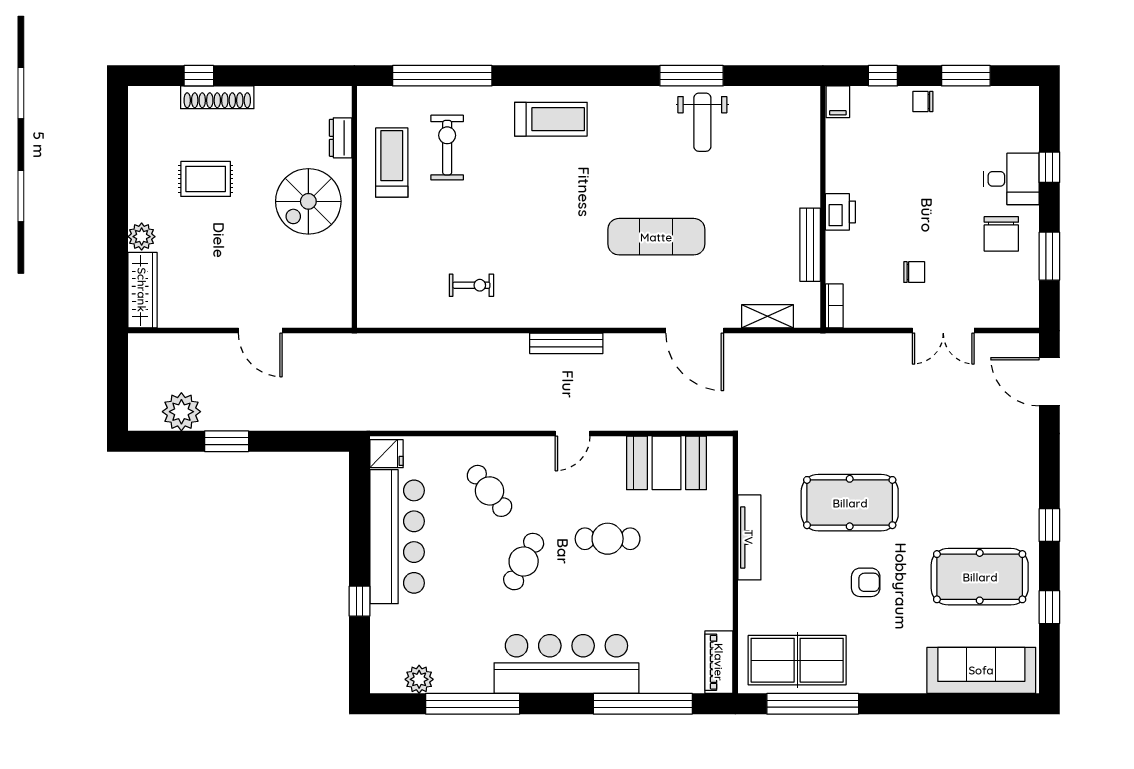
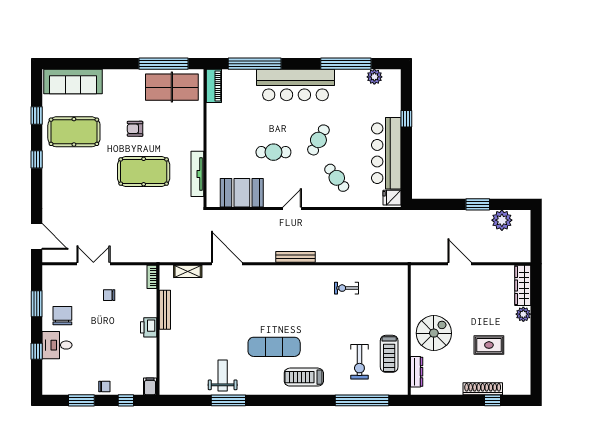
dresser: (341, 138) -> (417, 372), width x1.44
exercise mat: (656, 237) -> (274, 347), moved
tv unit: (749, 537) -> (197, 174), moved

